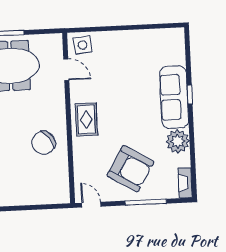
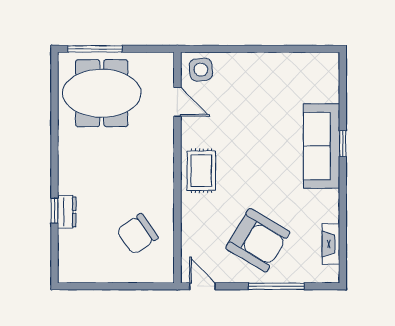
plant: (178, 141) -> (324, 206), removed
chair: (43, 143) -> (137, 234), moved
fireplace: (185, 183) -> (331, 244), moved

